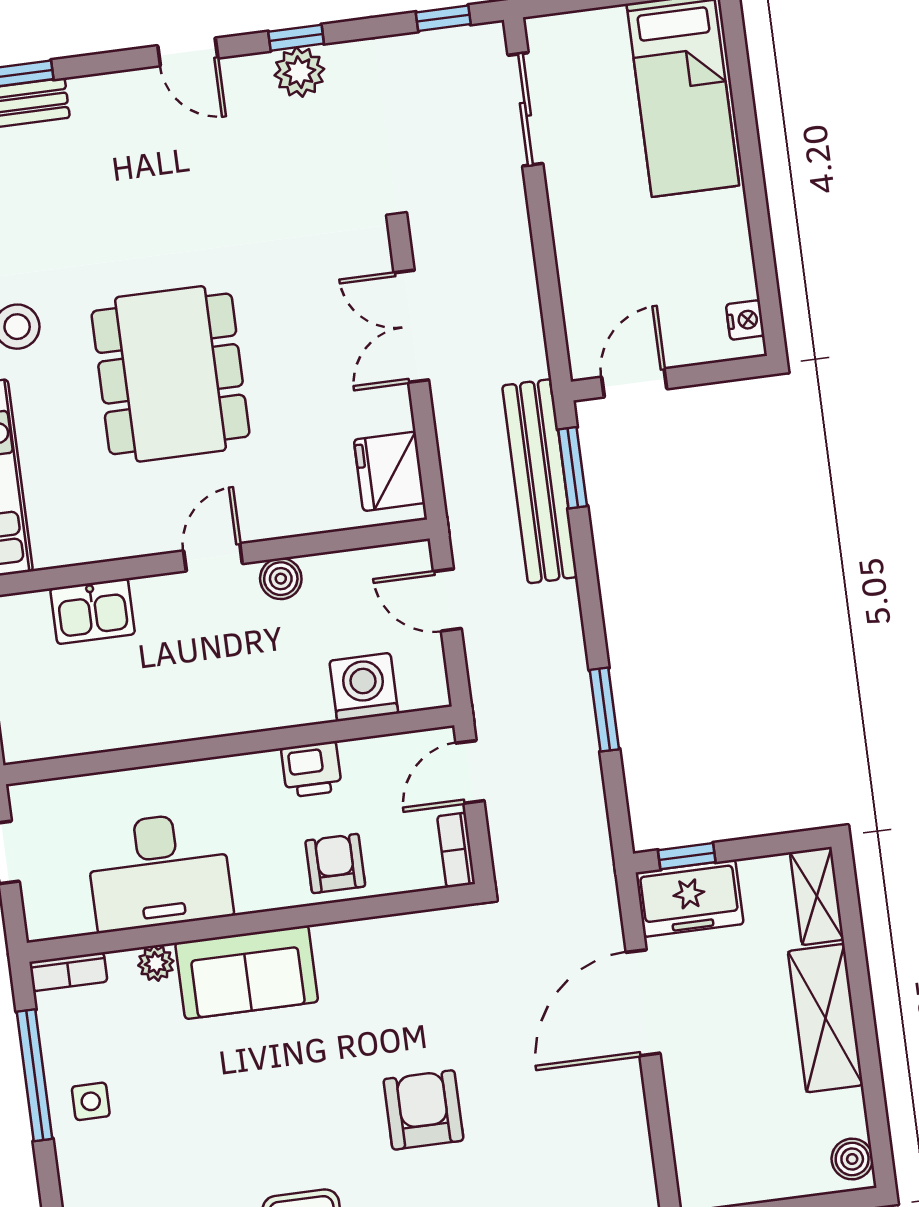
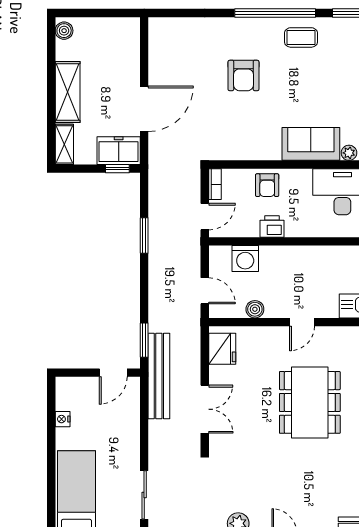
nightstand: (745, 320) -> (63, 419), moved
bench: (540, 481) -> (159, 376), moved
boiler: (281, 579) -> (255, 309), moved

